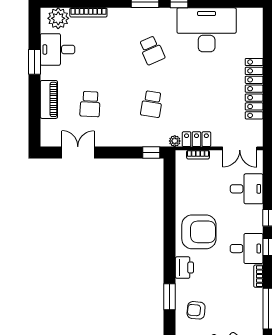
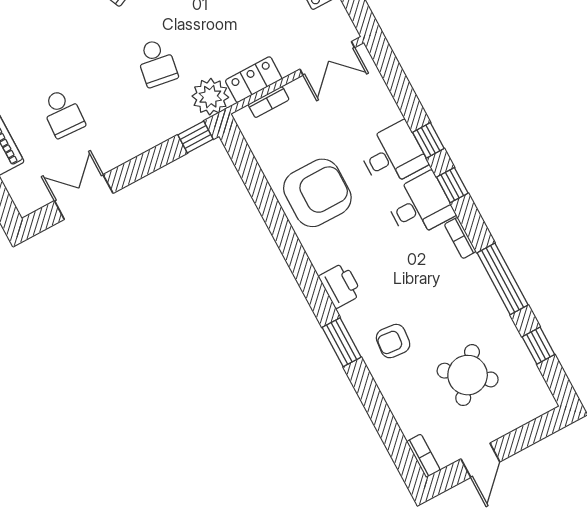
plant: (175, 141) -> (210, 97), width x1.88, depth x1.88
desk: (247, 189) -> (393, 155), moved
armchair: (199, 232) -> (317, 193), moved

